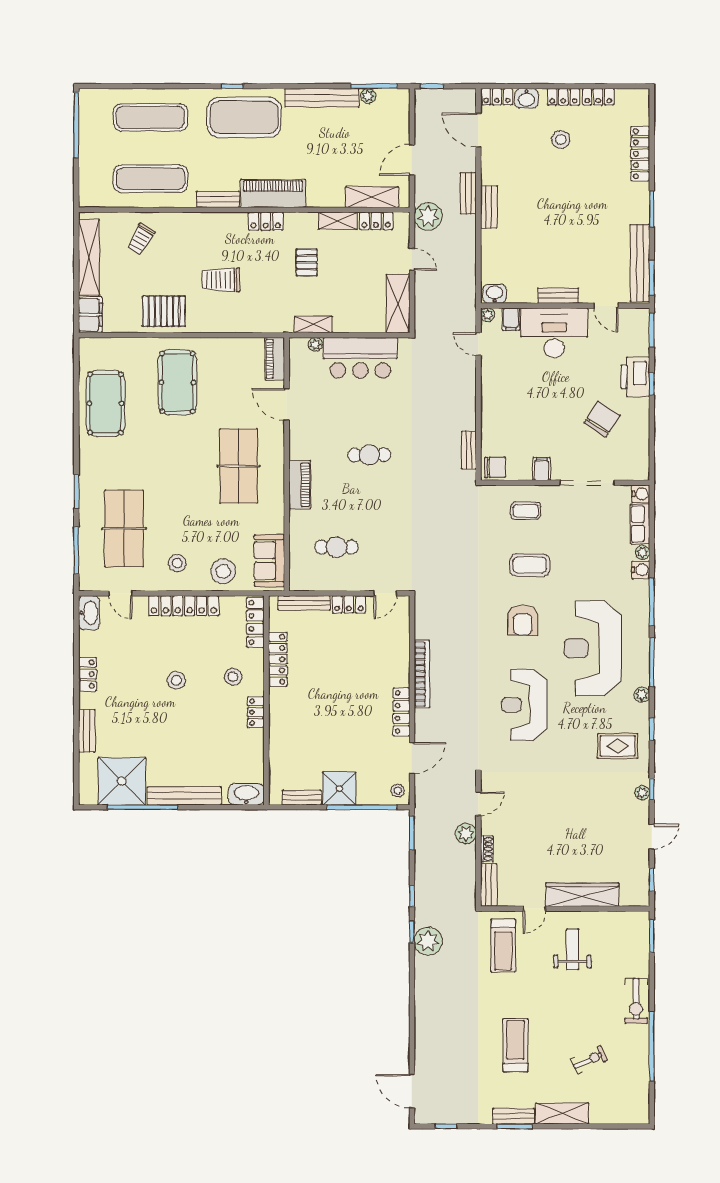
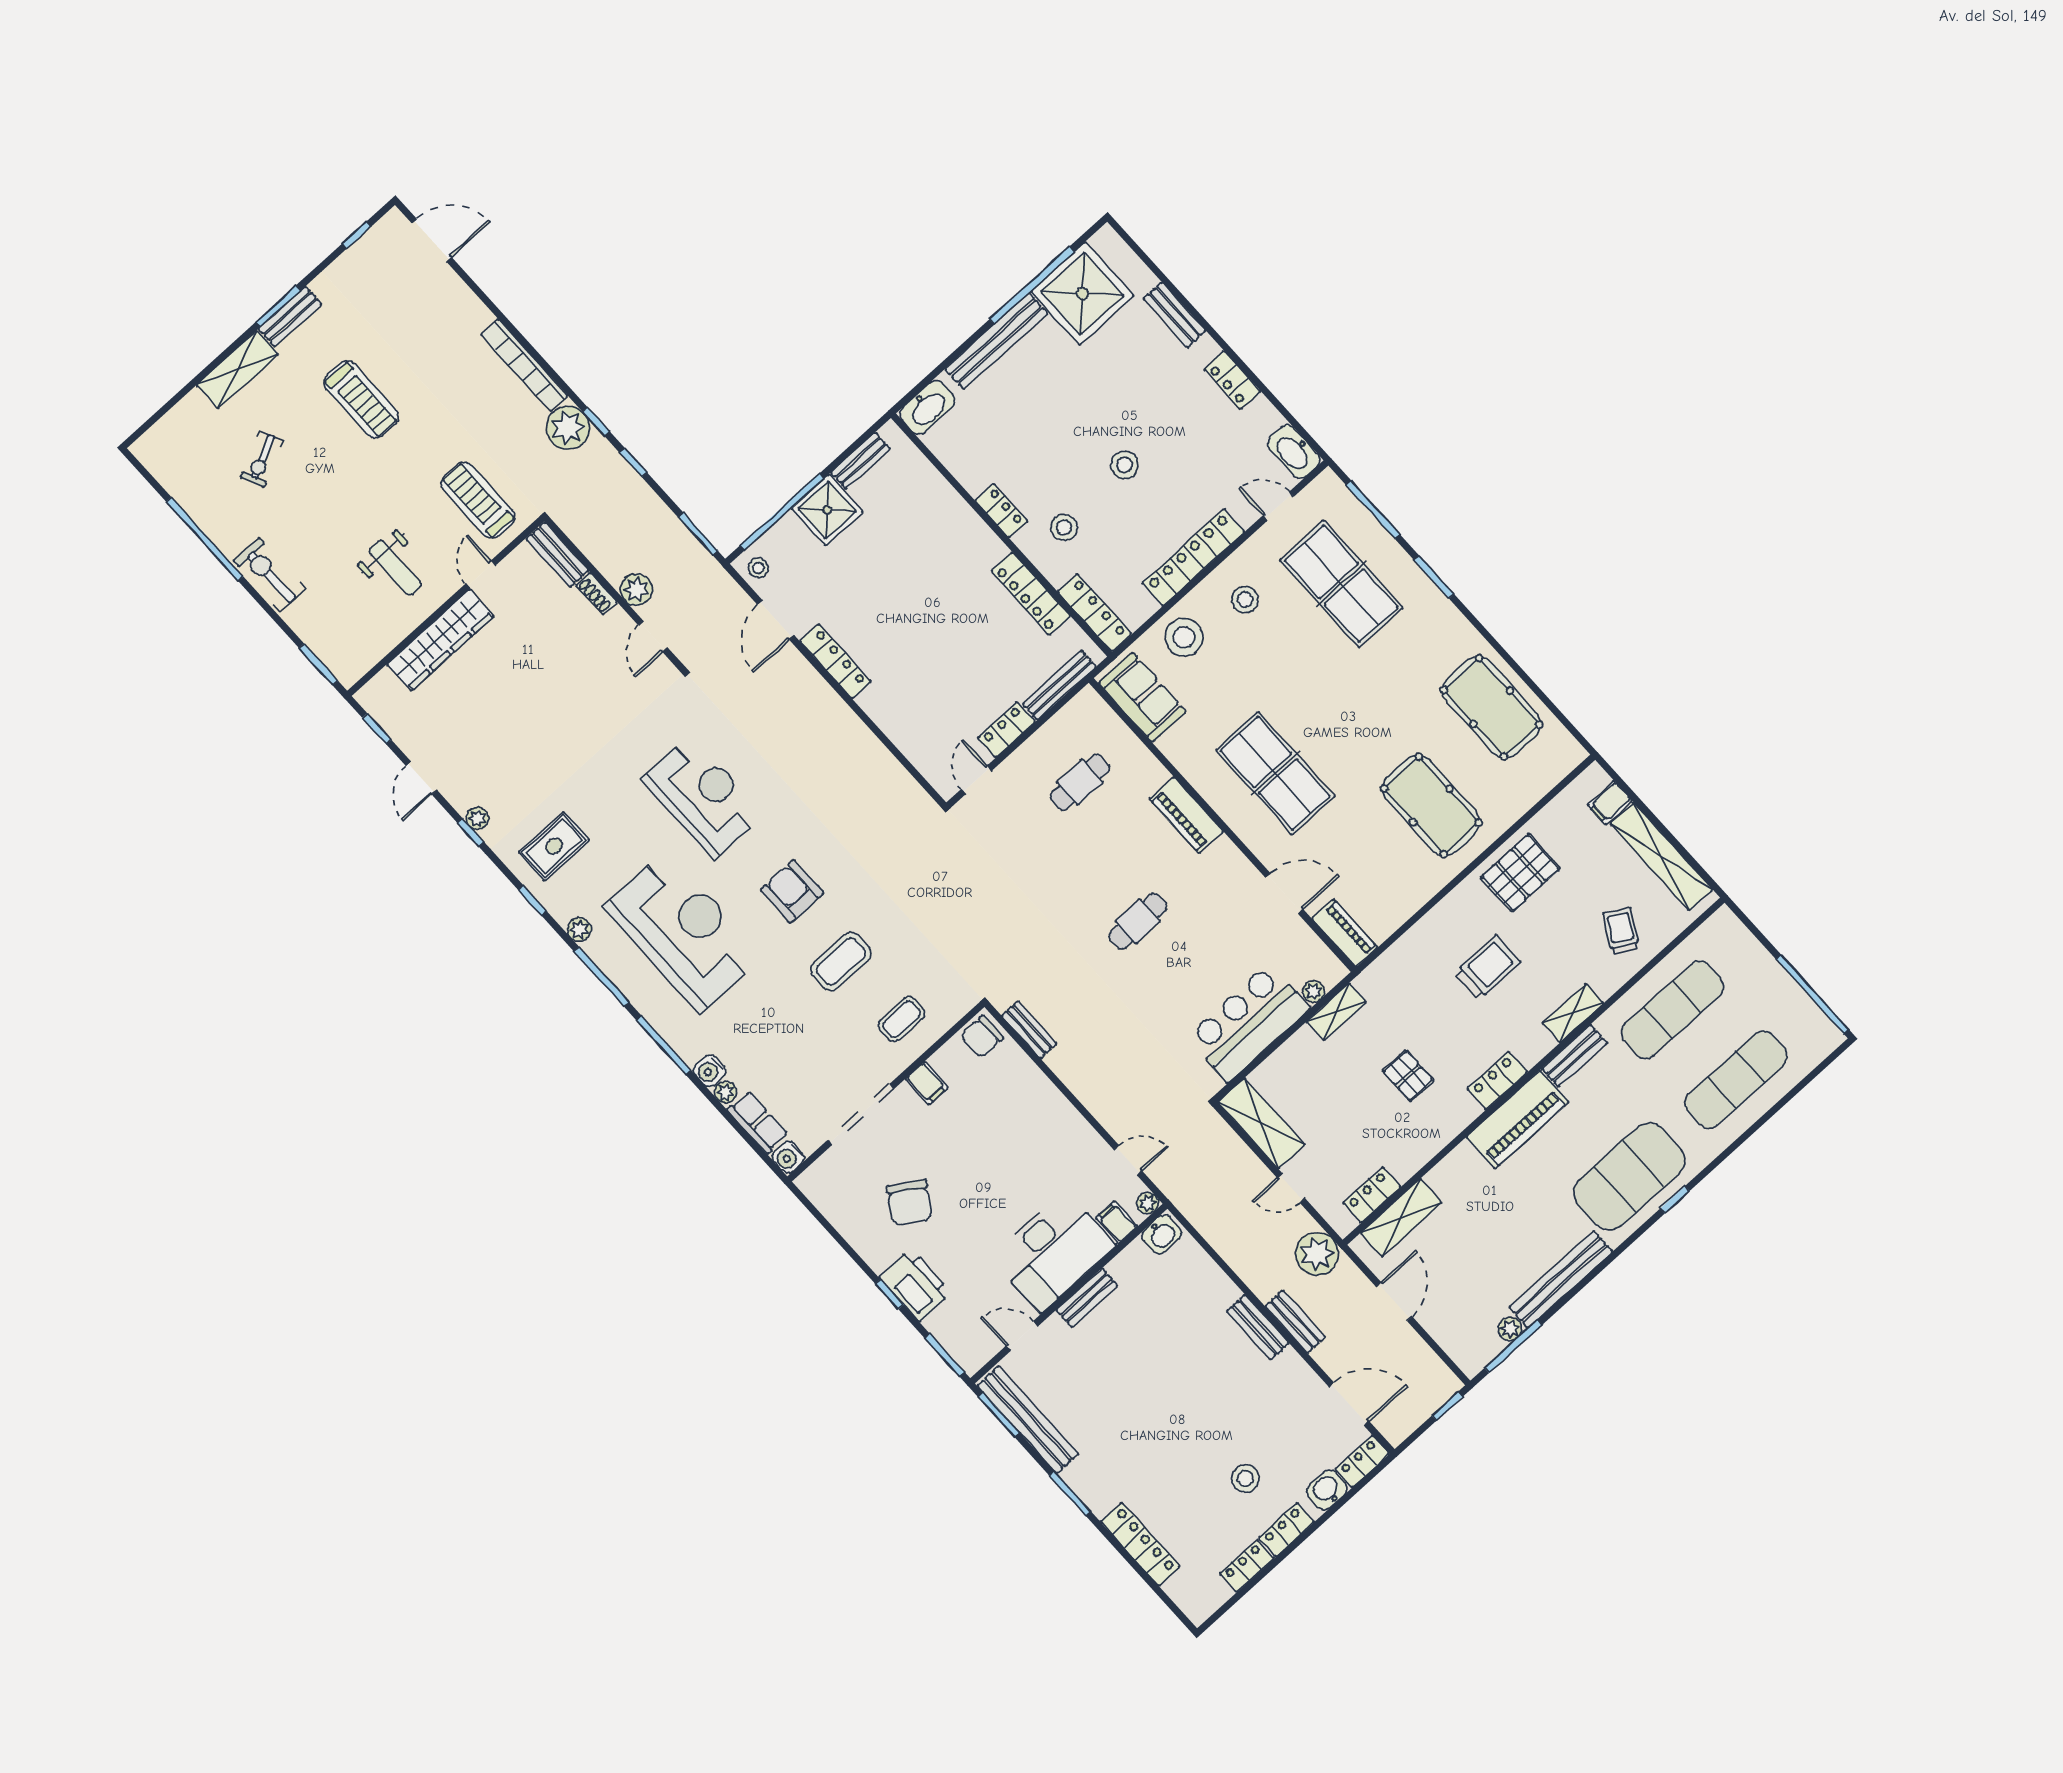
shelving: (338, 221) -> (1573, 1013), moved
filing cabinet: (90, 315) -> (1610, 803), width x0.50
bookcase: (422, 674) -> (524, 365), moved

